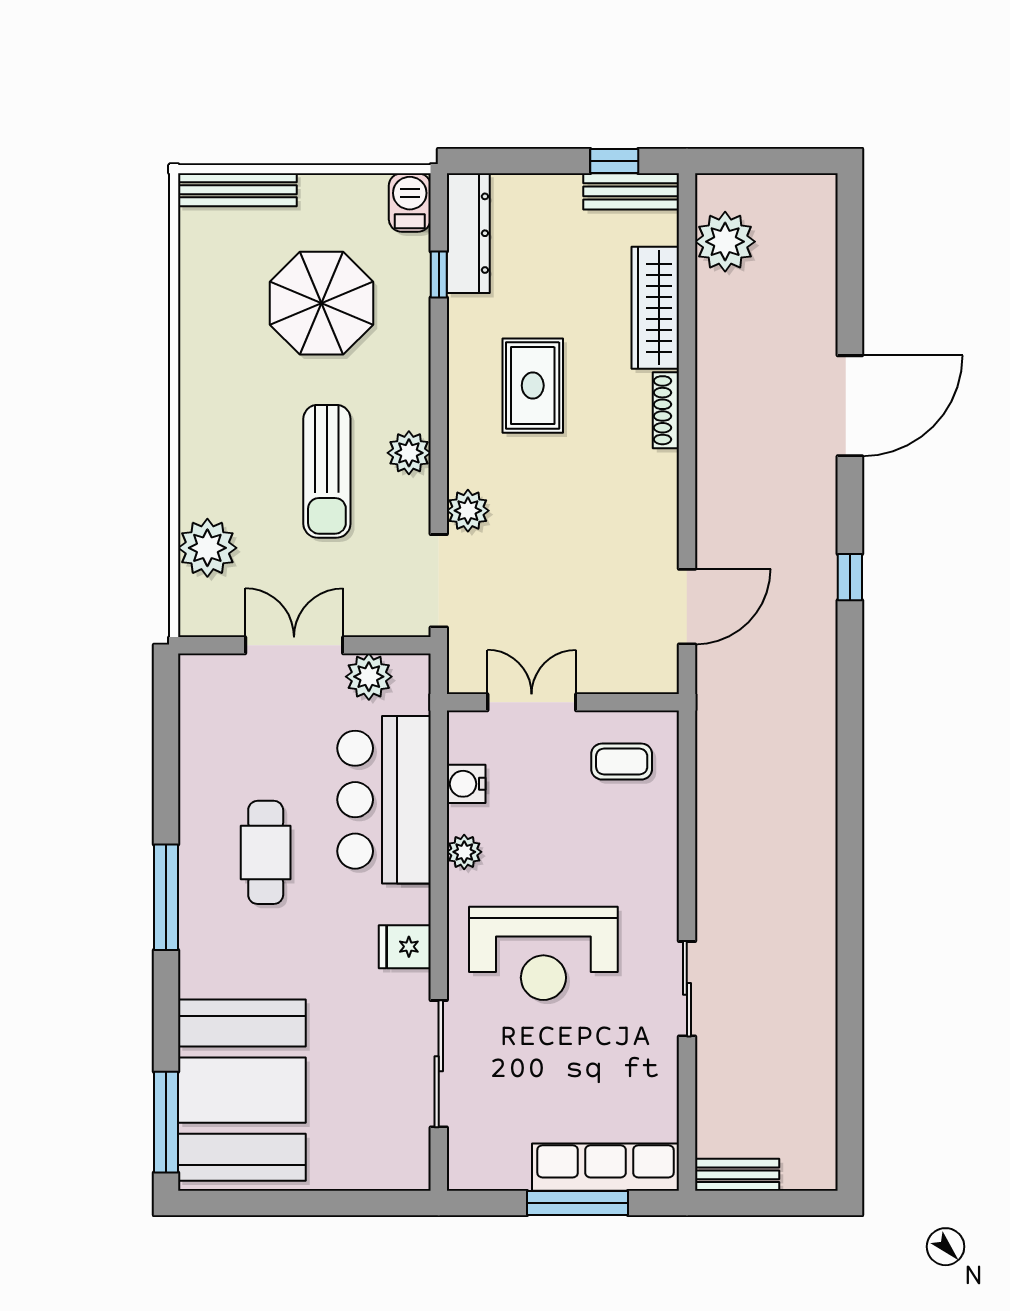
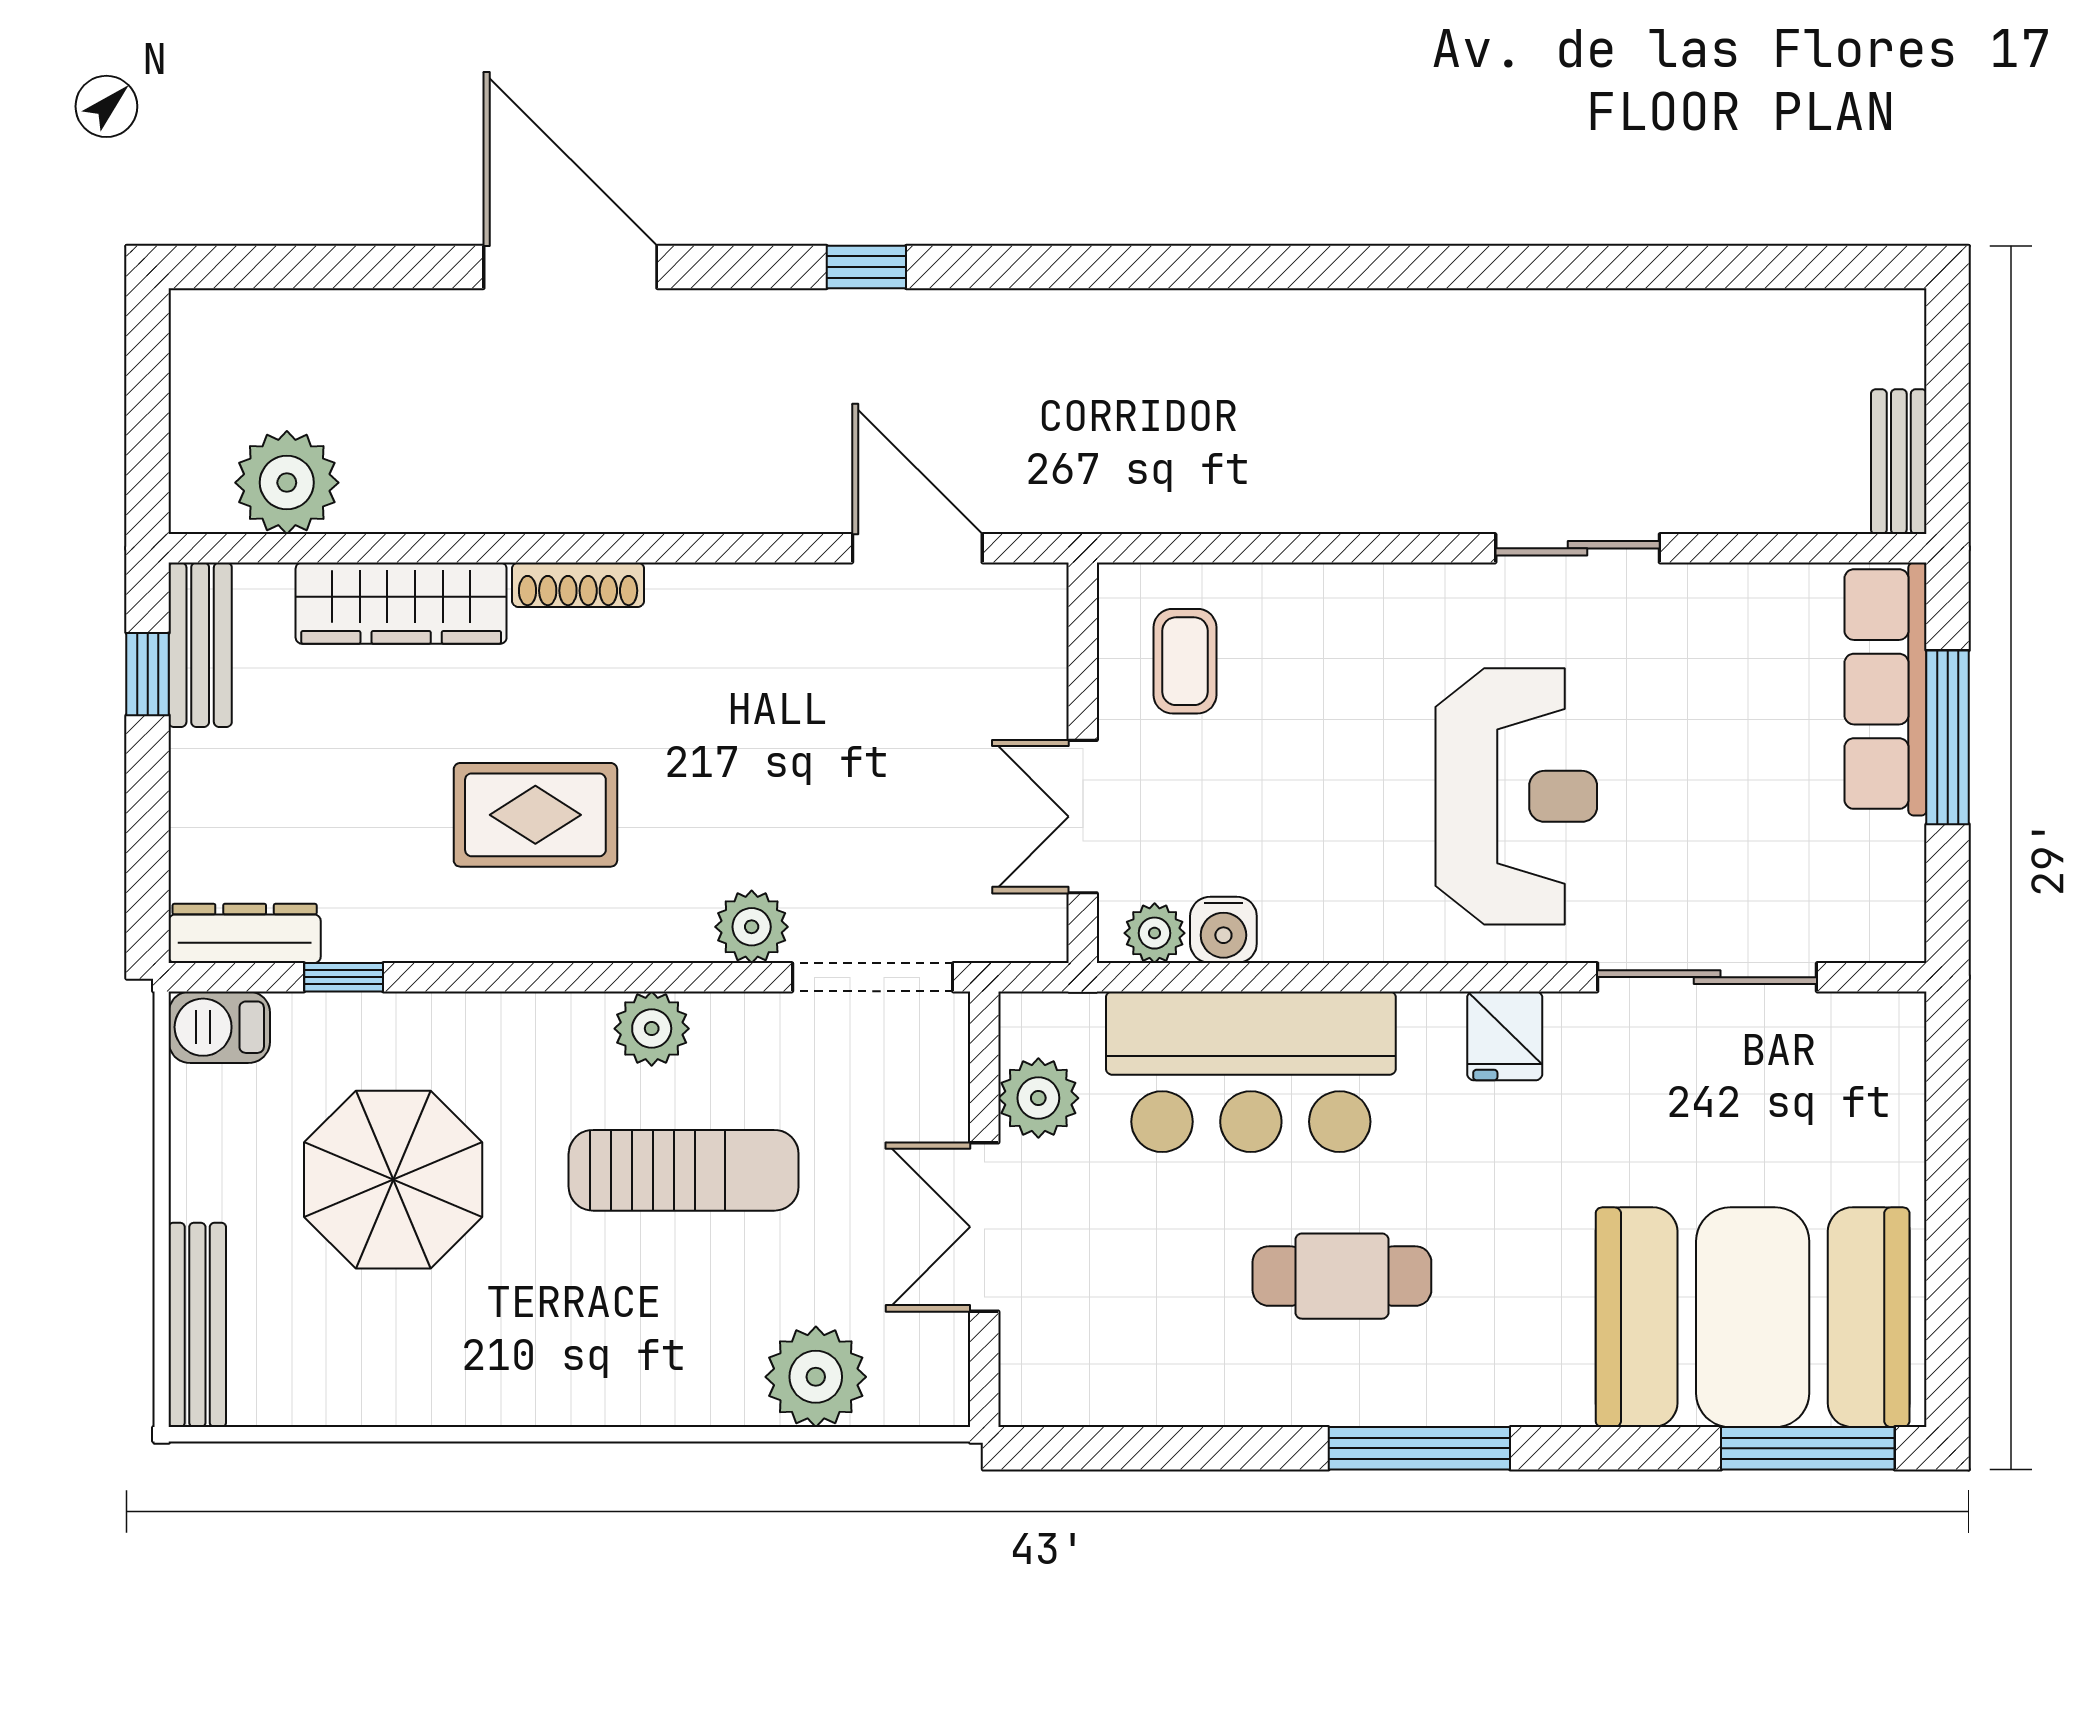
dresser: (468, 233) -> (245, 933), width x0.73, depth x0.80
plant: (464, 852) -> (1155, 933), moved

